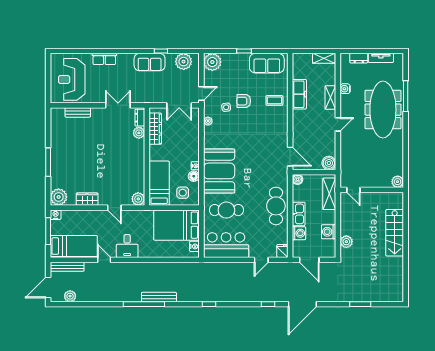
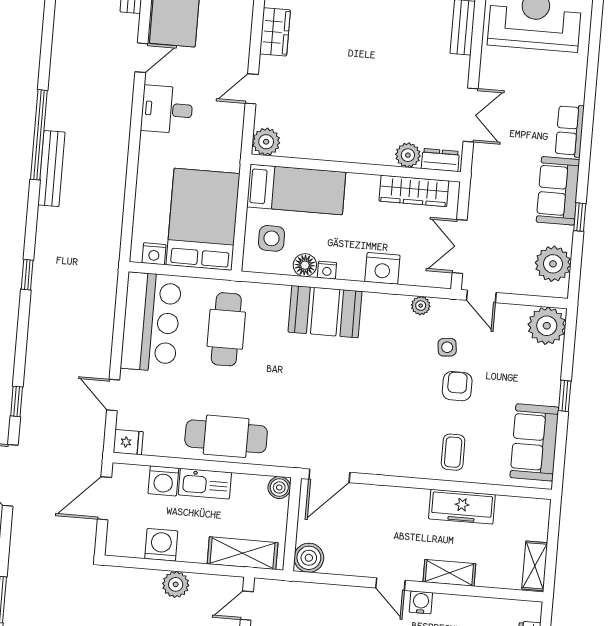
row of seats: (104, 59) -> (570, 131), moved
water cooler: (345, 89) -> (421, 602), moved
nightstand: (192, 140) -> (382, 268), added
booth: (219, 171) -> (325, 312), width x0.73, depth x0.70
plant: (346, 242) -> (176, 584), moved

